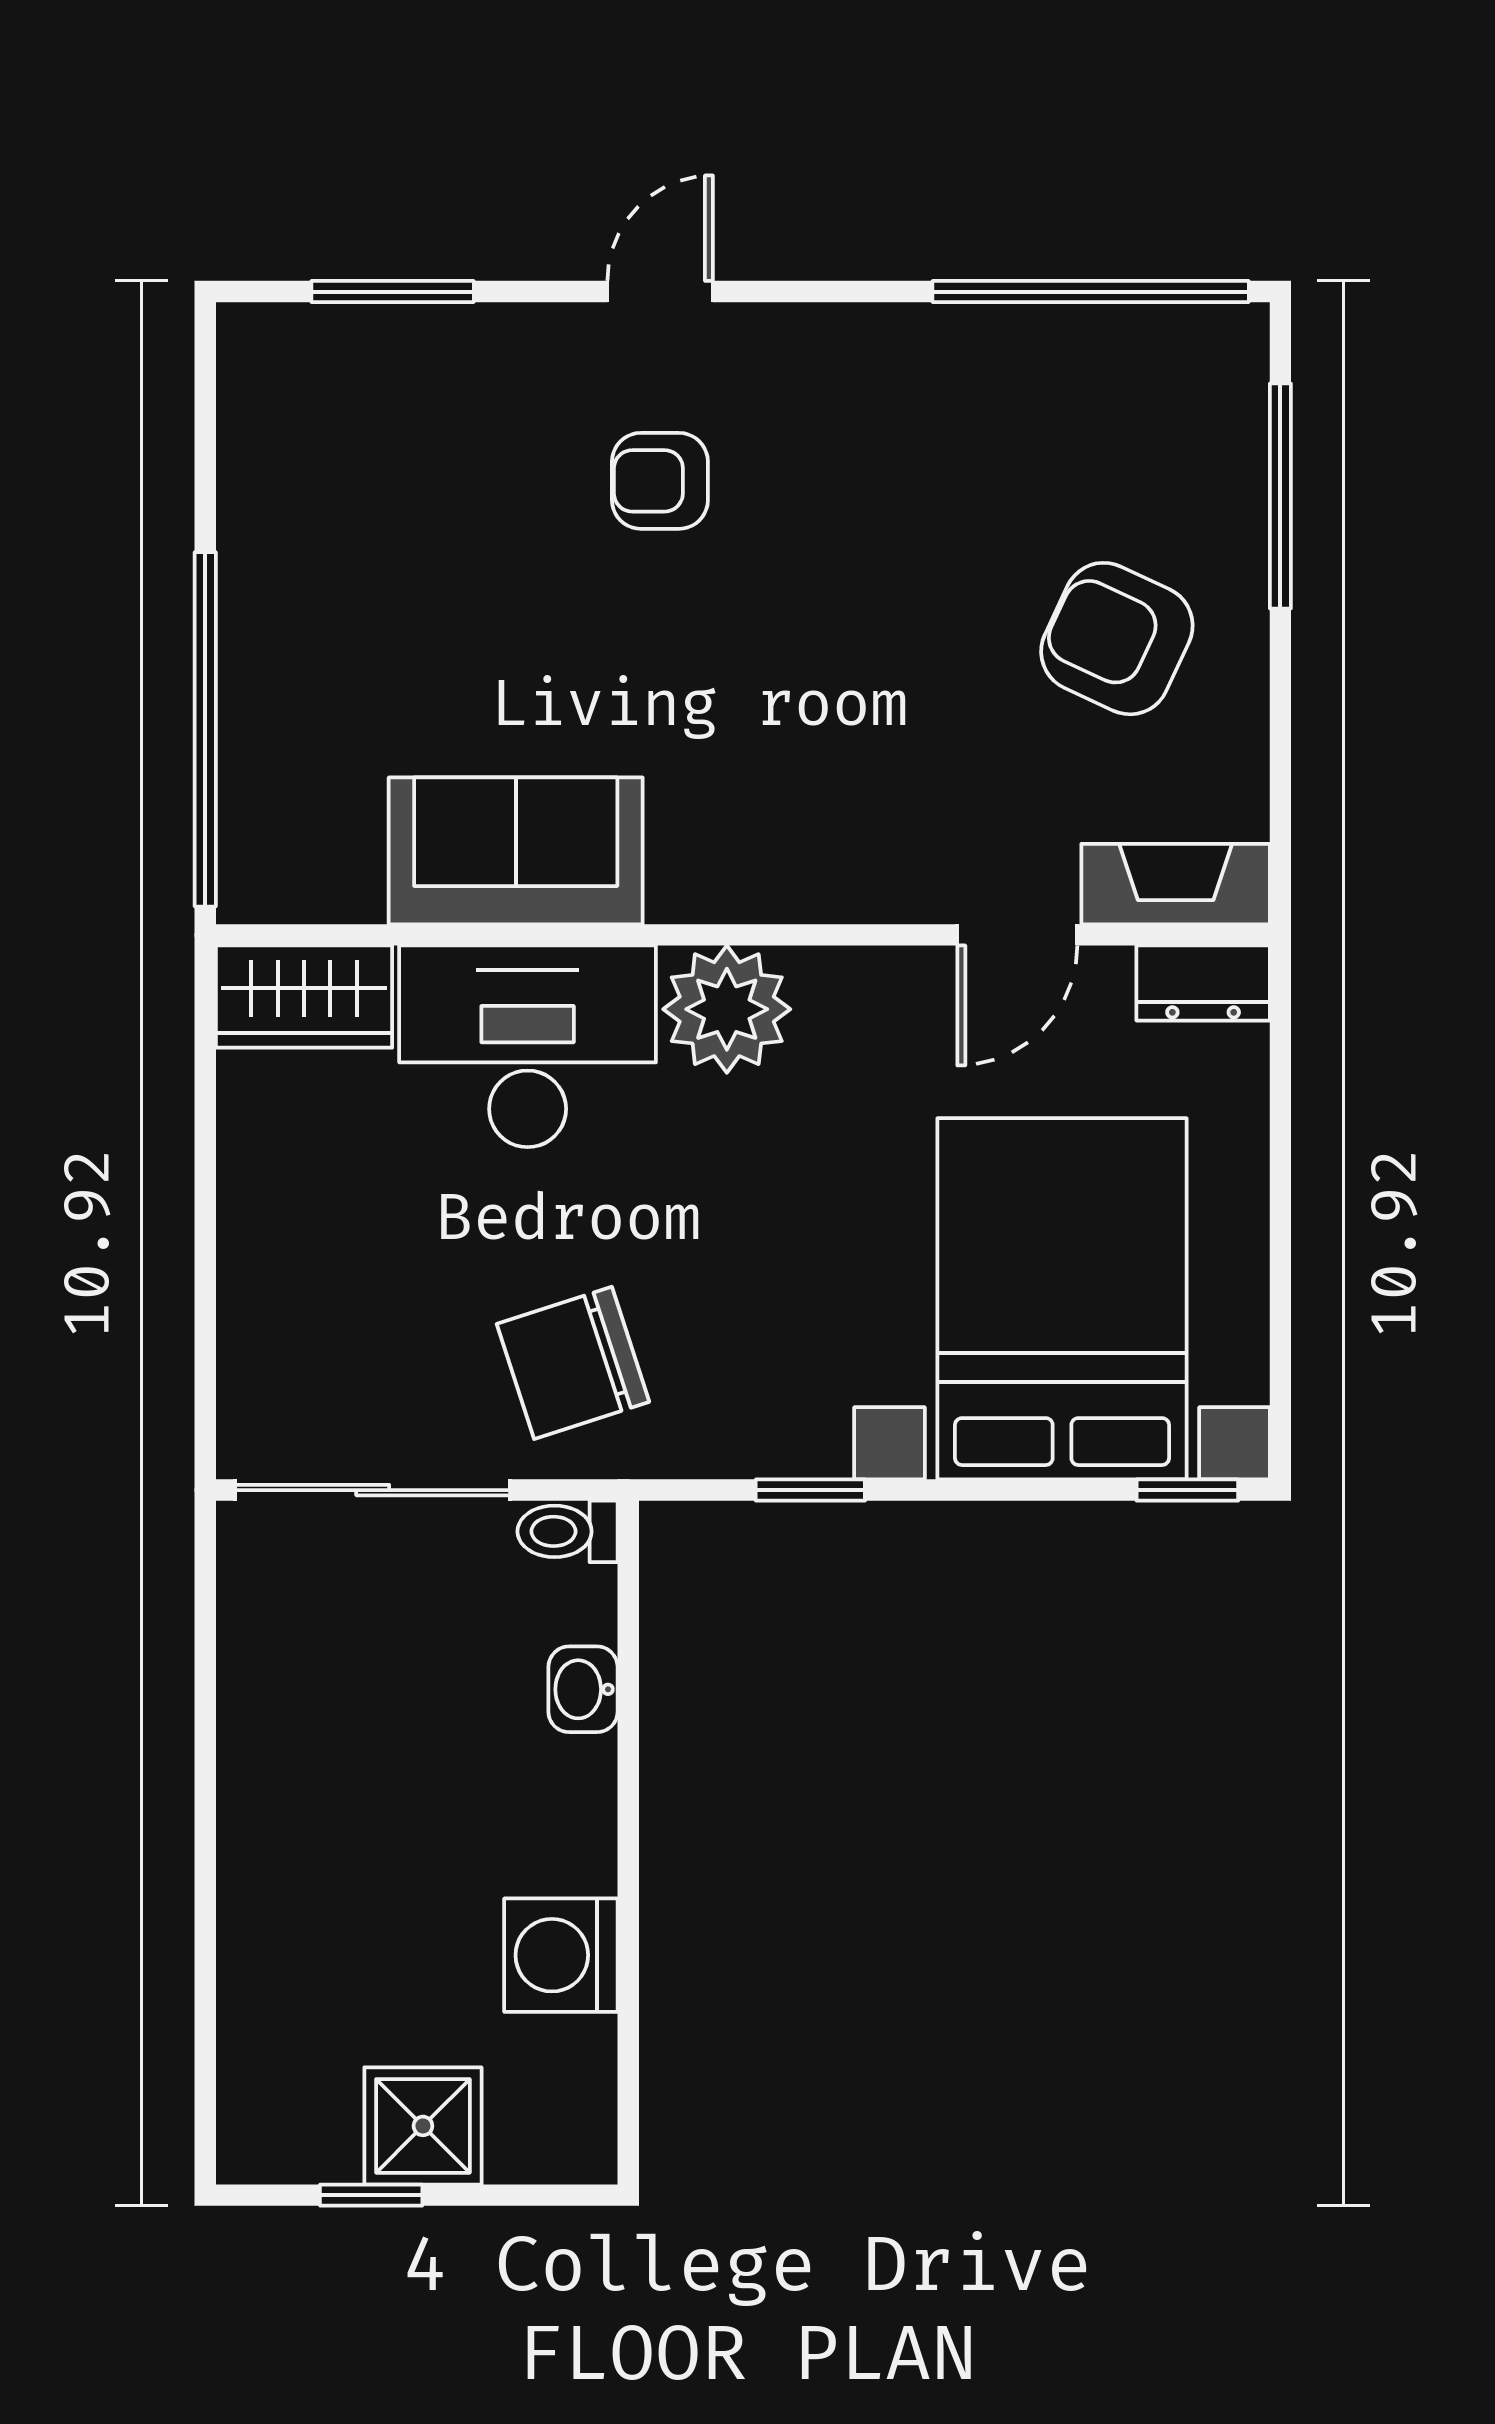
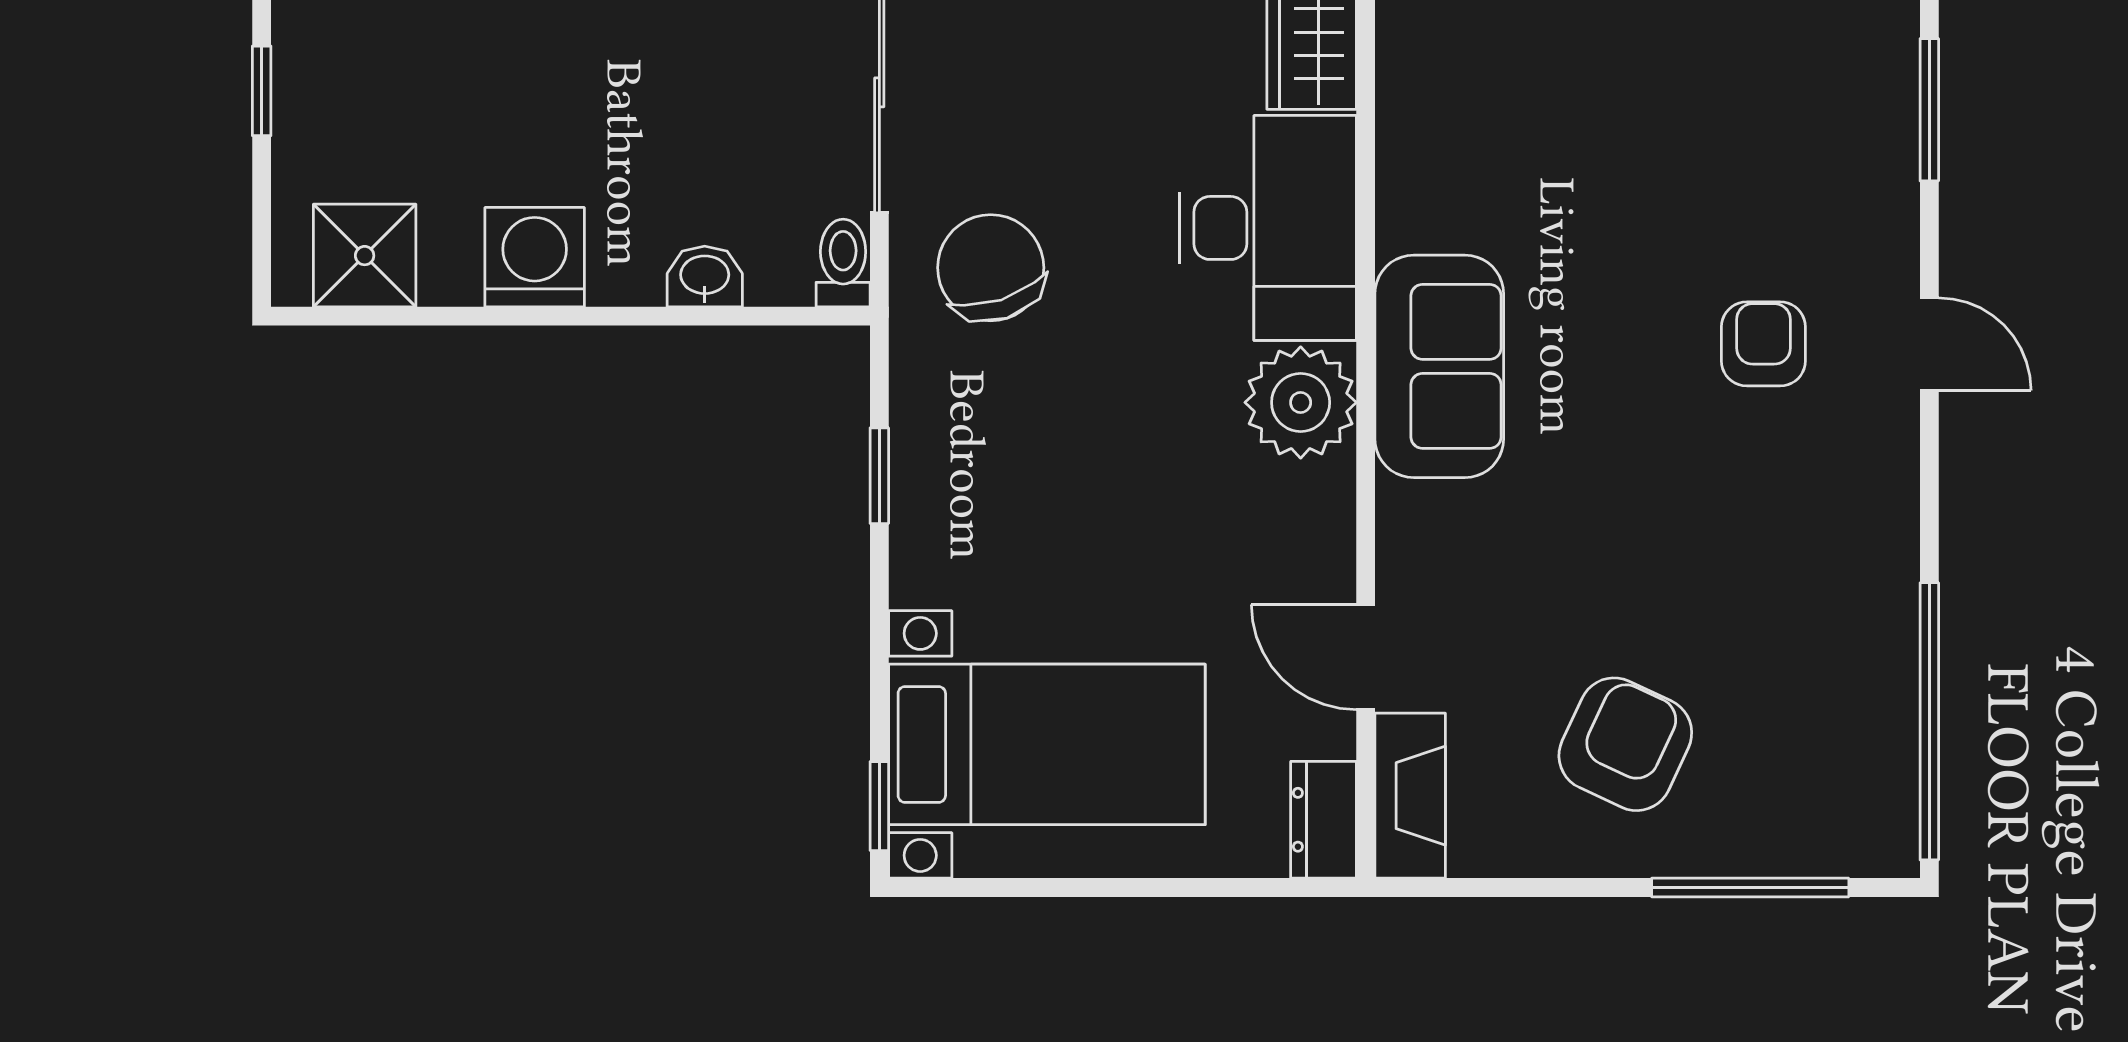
sofa: (516, 851) -> (1439, 366), moved
bed with nightstands: (1062, 1299) -> (1047, 744), width x0.73
washing machine: (561, 1955) -> (535, 257), moved
shower: (423, 2126) -> (365, 256), moved

